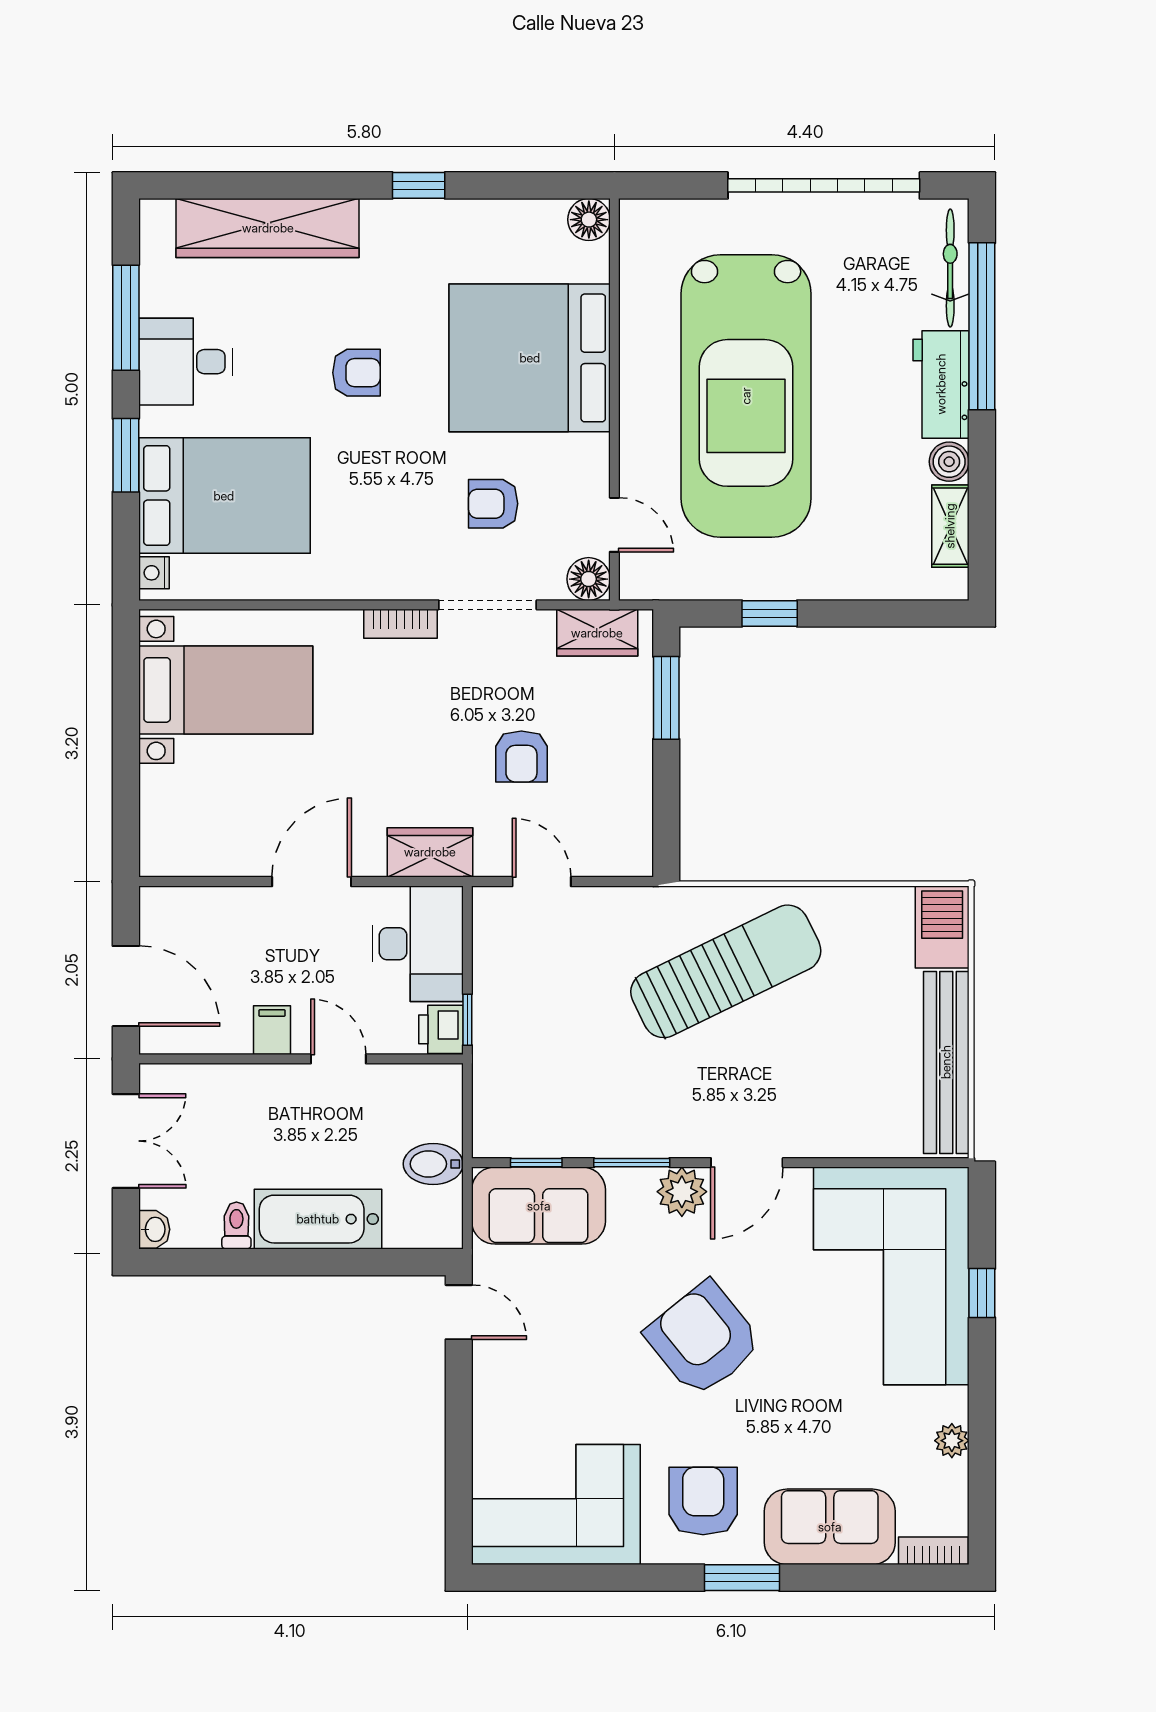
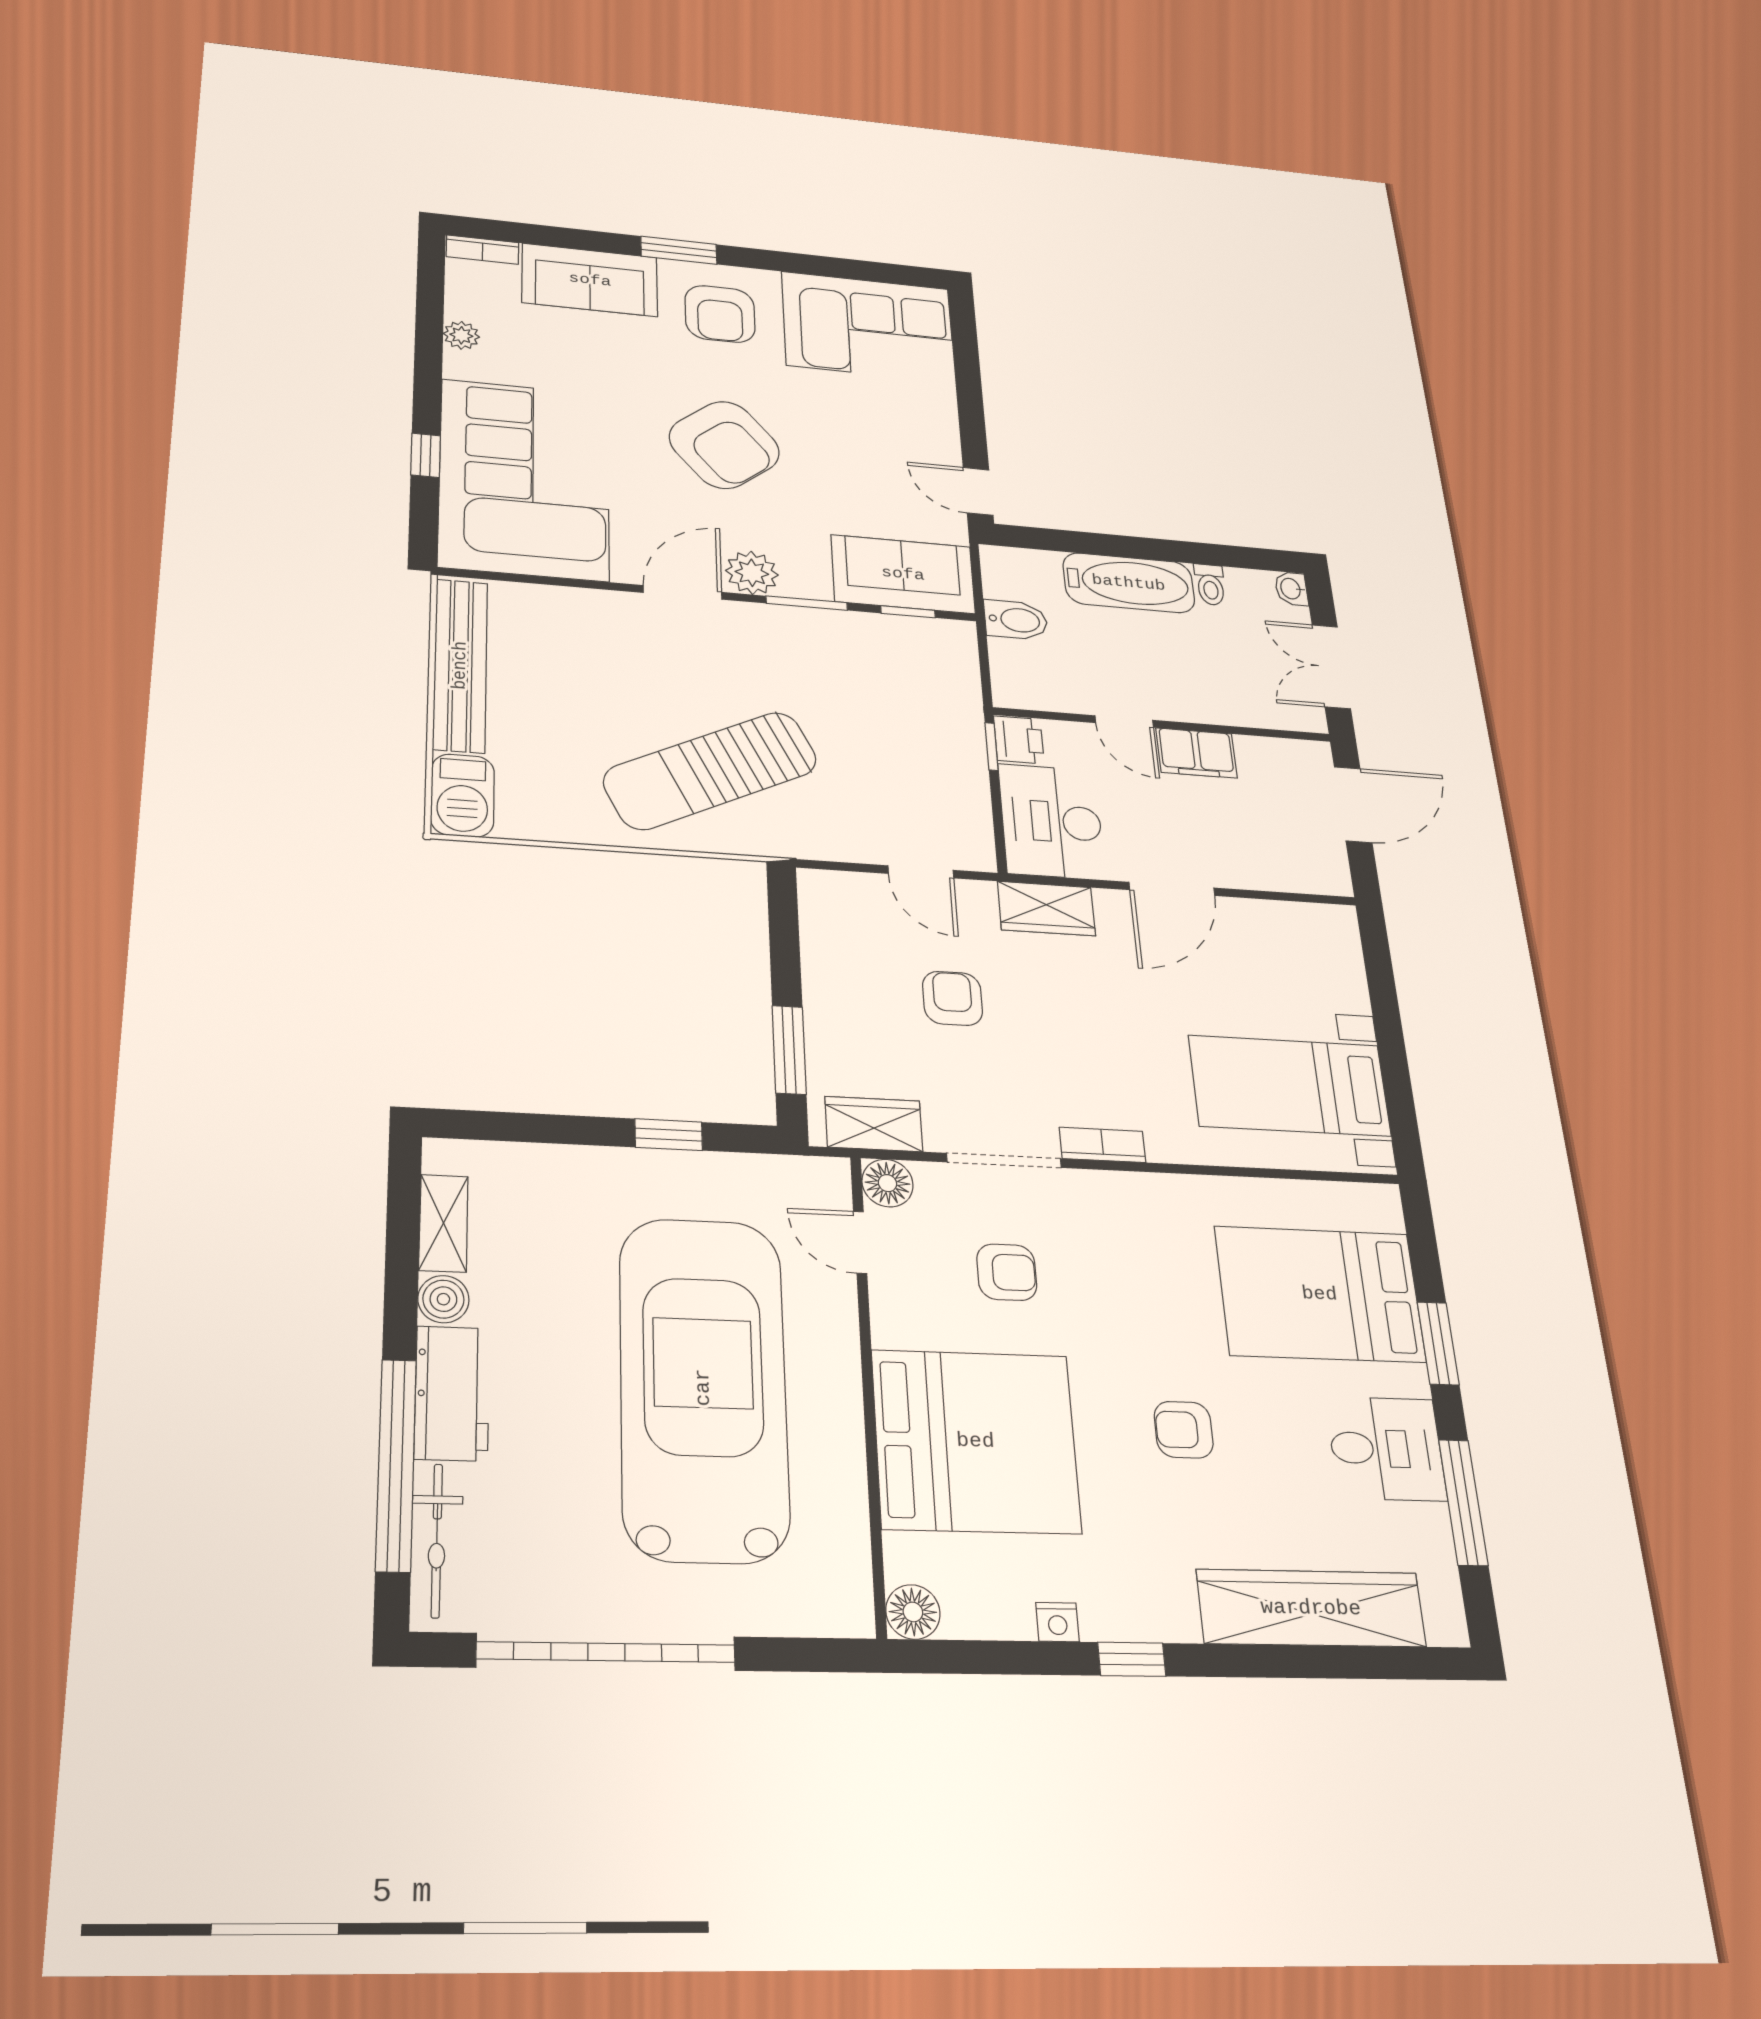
nightstand: (154, 573) -> (1057, 1622), moved, turned 90
door: (126, 986) -> (1353, 805), swing flipped
filing cabinet: (272, 1030) -> (1197, 753), width x2.00

